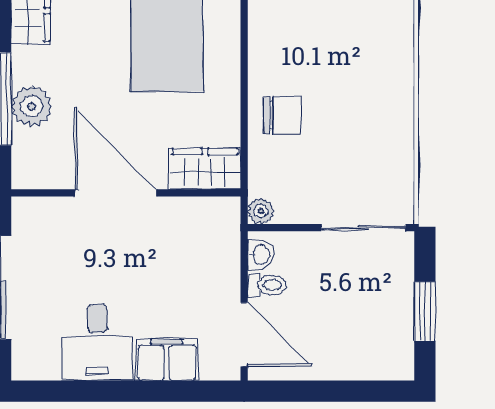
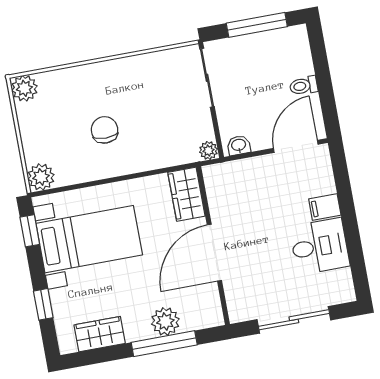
chair: (283, 115) -> (105, 130), moved
toilet: (267, 285) -> (304, 86), moved, turned -90
window: (425, 311) -> (257, 25), width x1.44
filing cabinet: (167, 360) -> (325, 207), width x0.50

